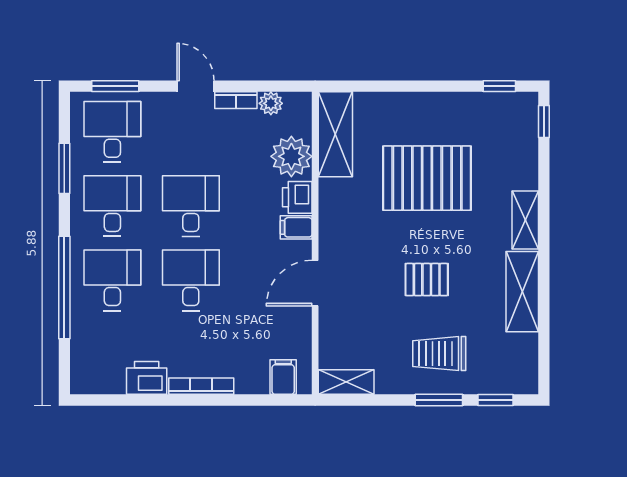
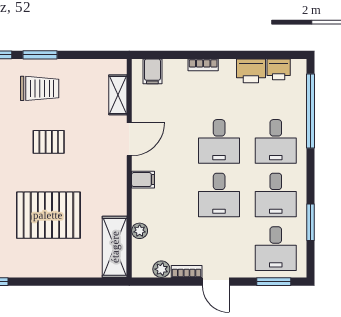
plant: (291, 156) -> (140, 231), width x0.53, depth x0.53
printer: (297, 197) -> (279, 69), moved, turned 90
window: (64, 287) -> (311, 111), moved
shelving: (346, 382) -> (118, 95), moved, turned 90
bookcase: (201, 386) -> (203, 65), width x0.64

